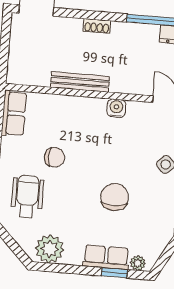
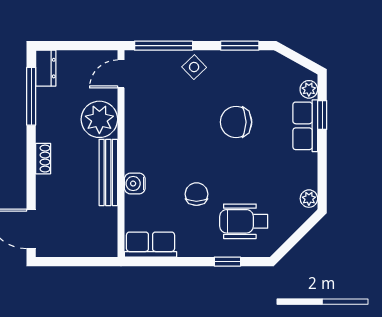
plant: (127, 78) -> (99, 119), added
water cooler: (116, 108) -> (135, 184), moved
plant: (50, 249) -> (309, 199), width x0.53, depth x0.53

